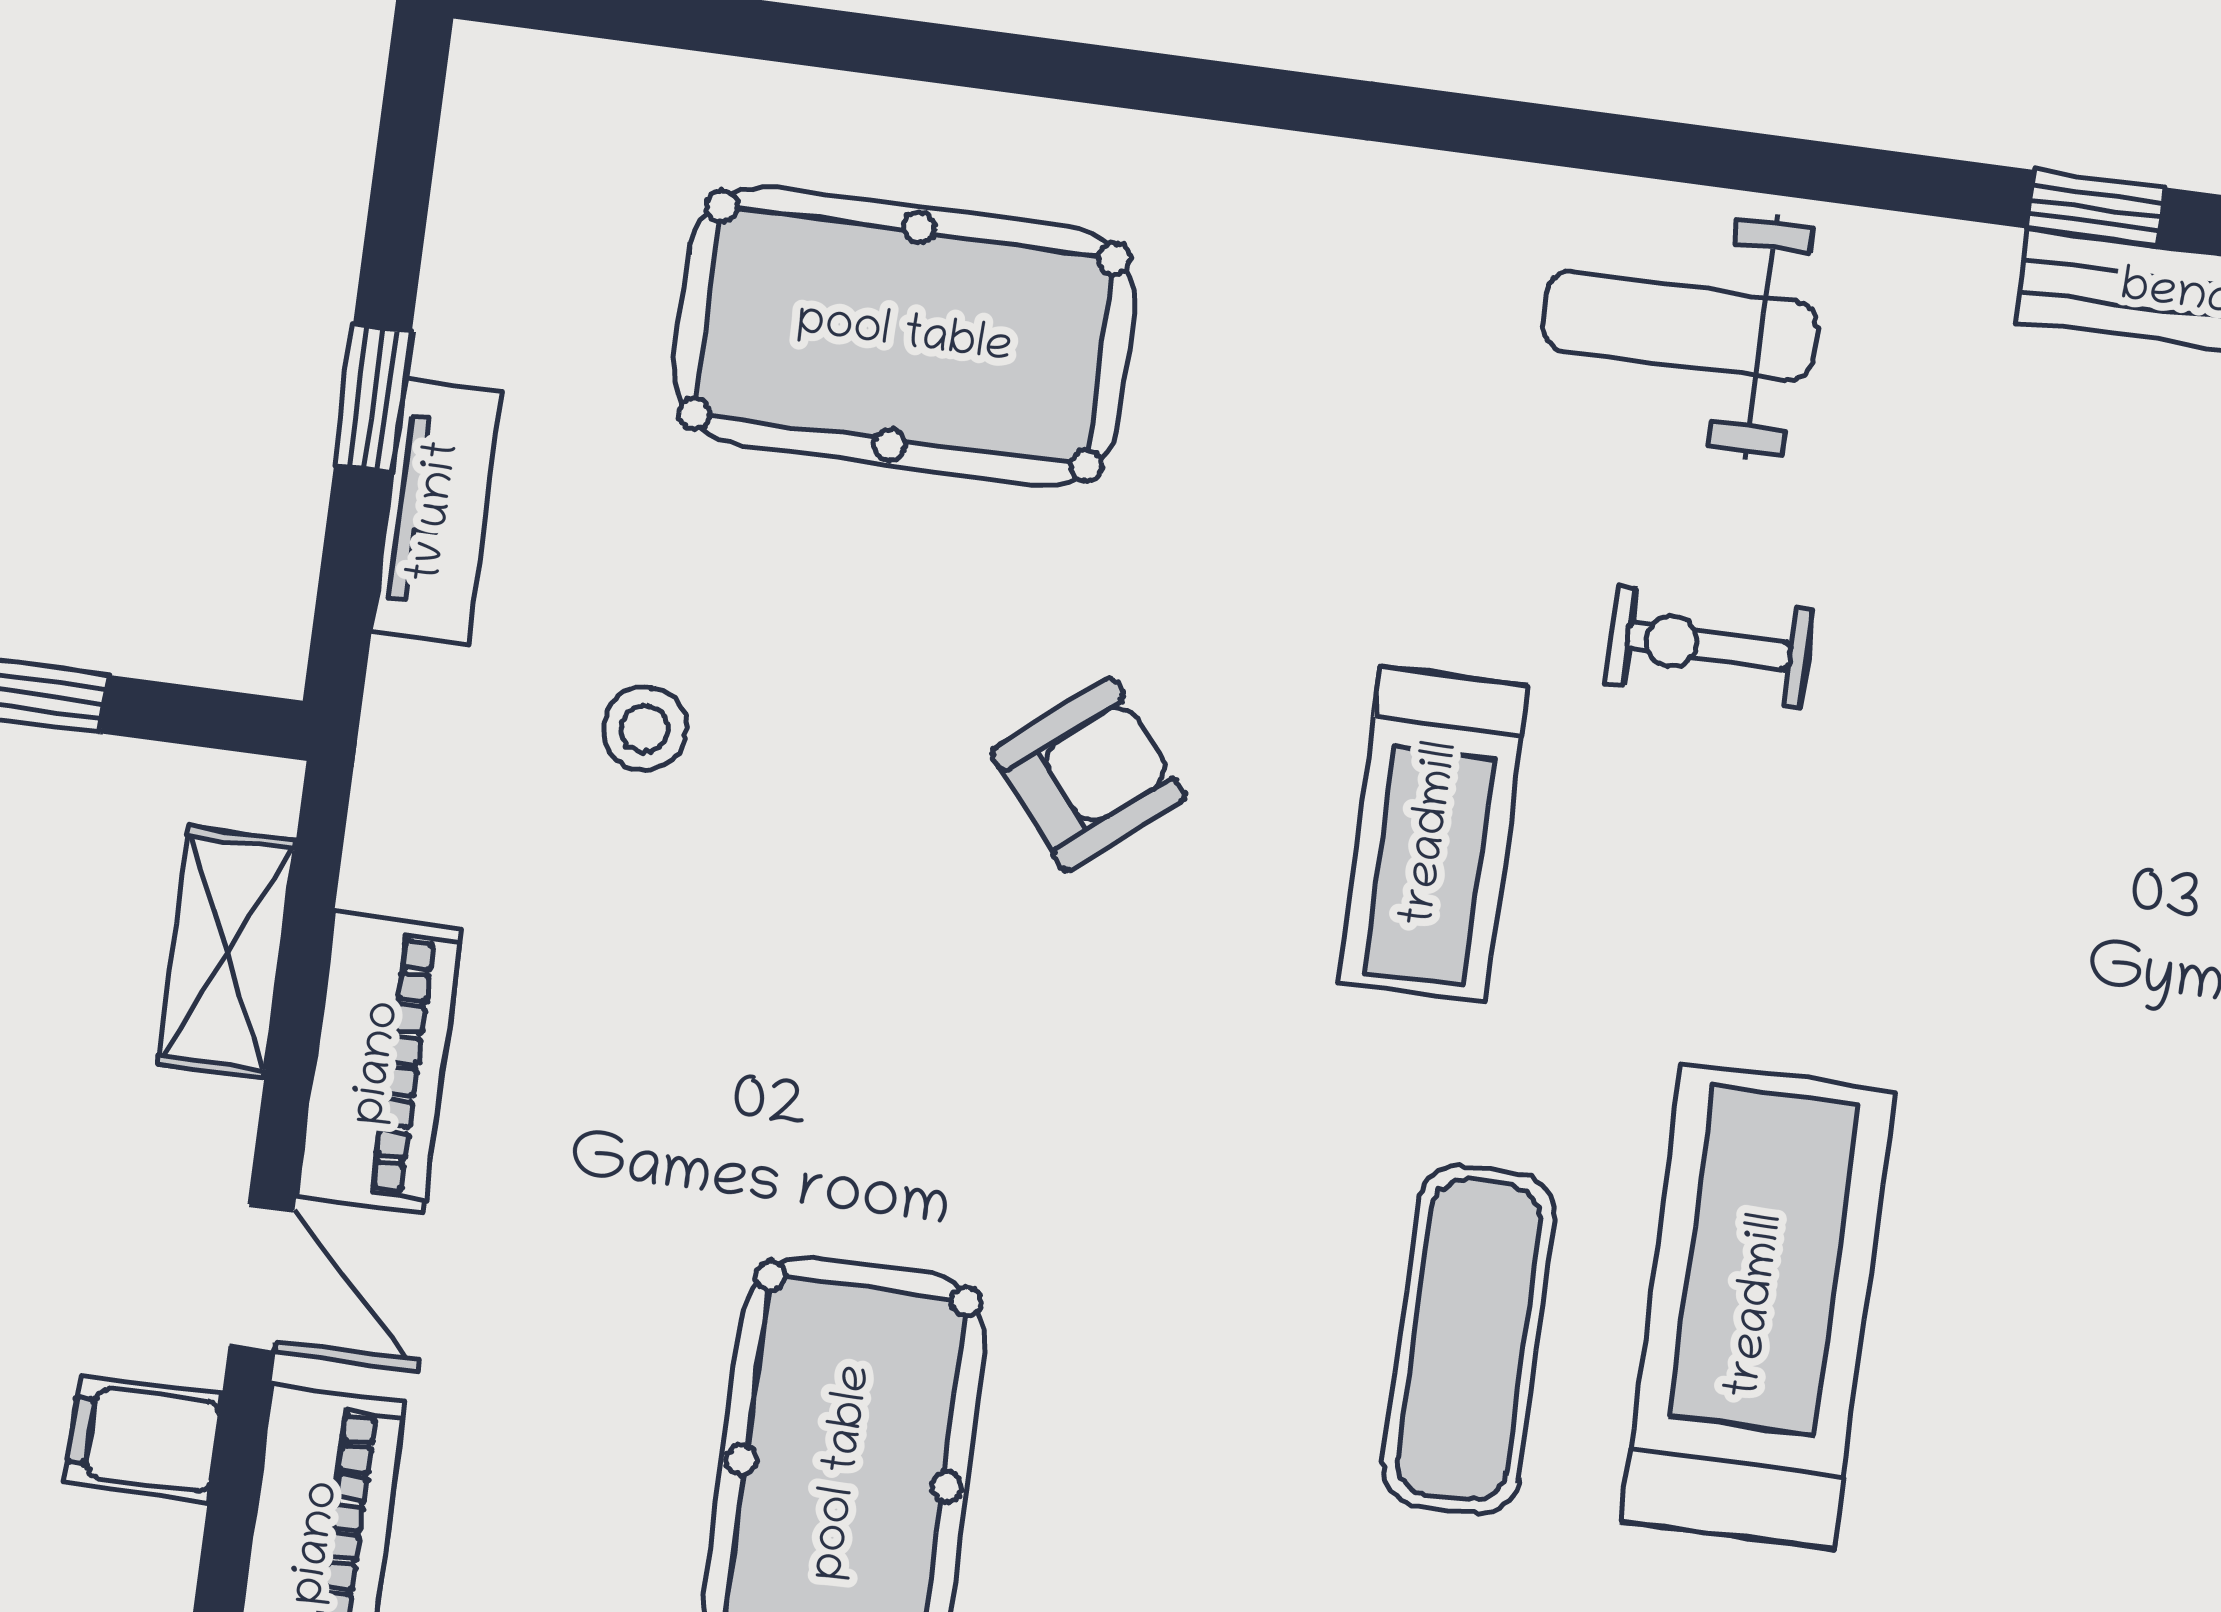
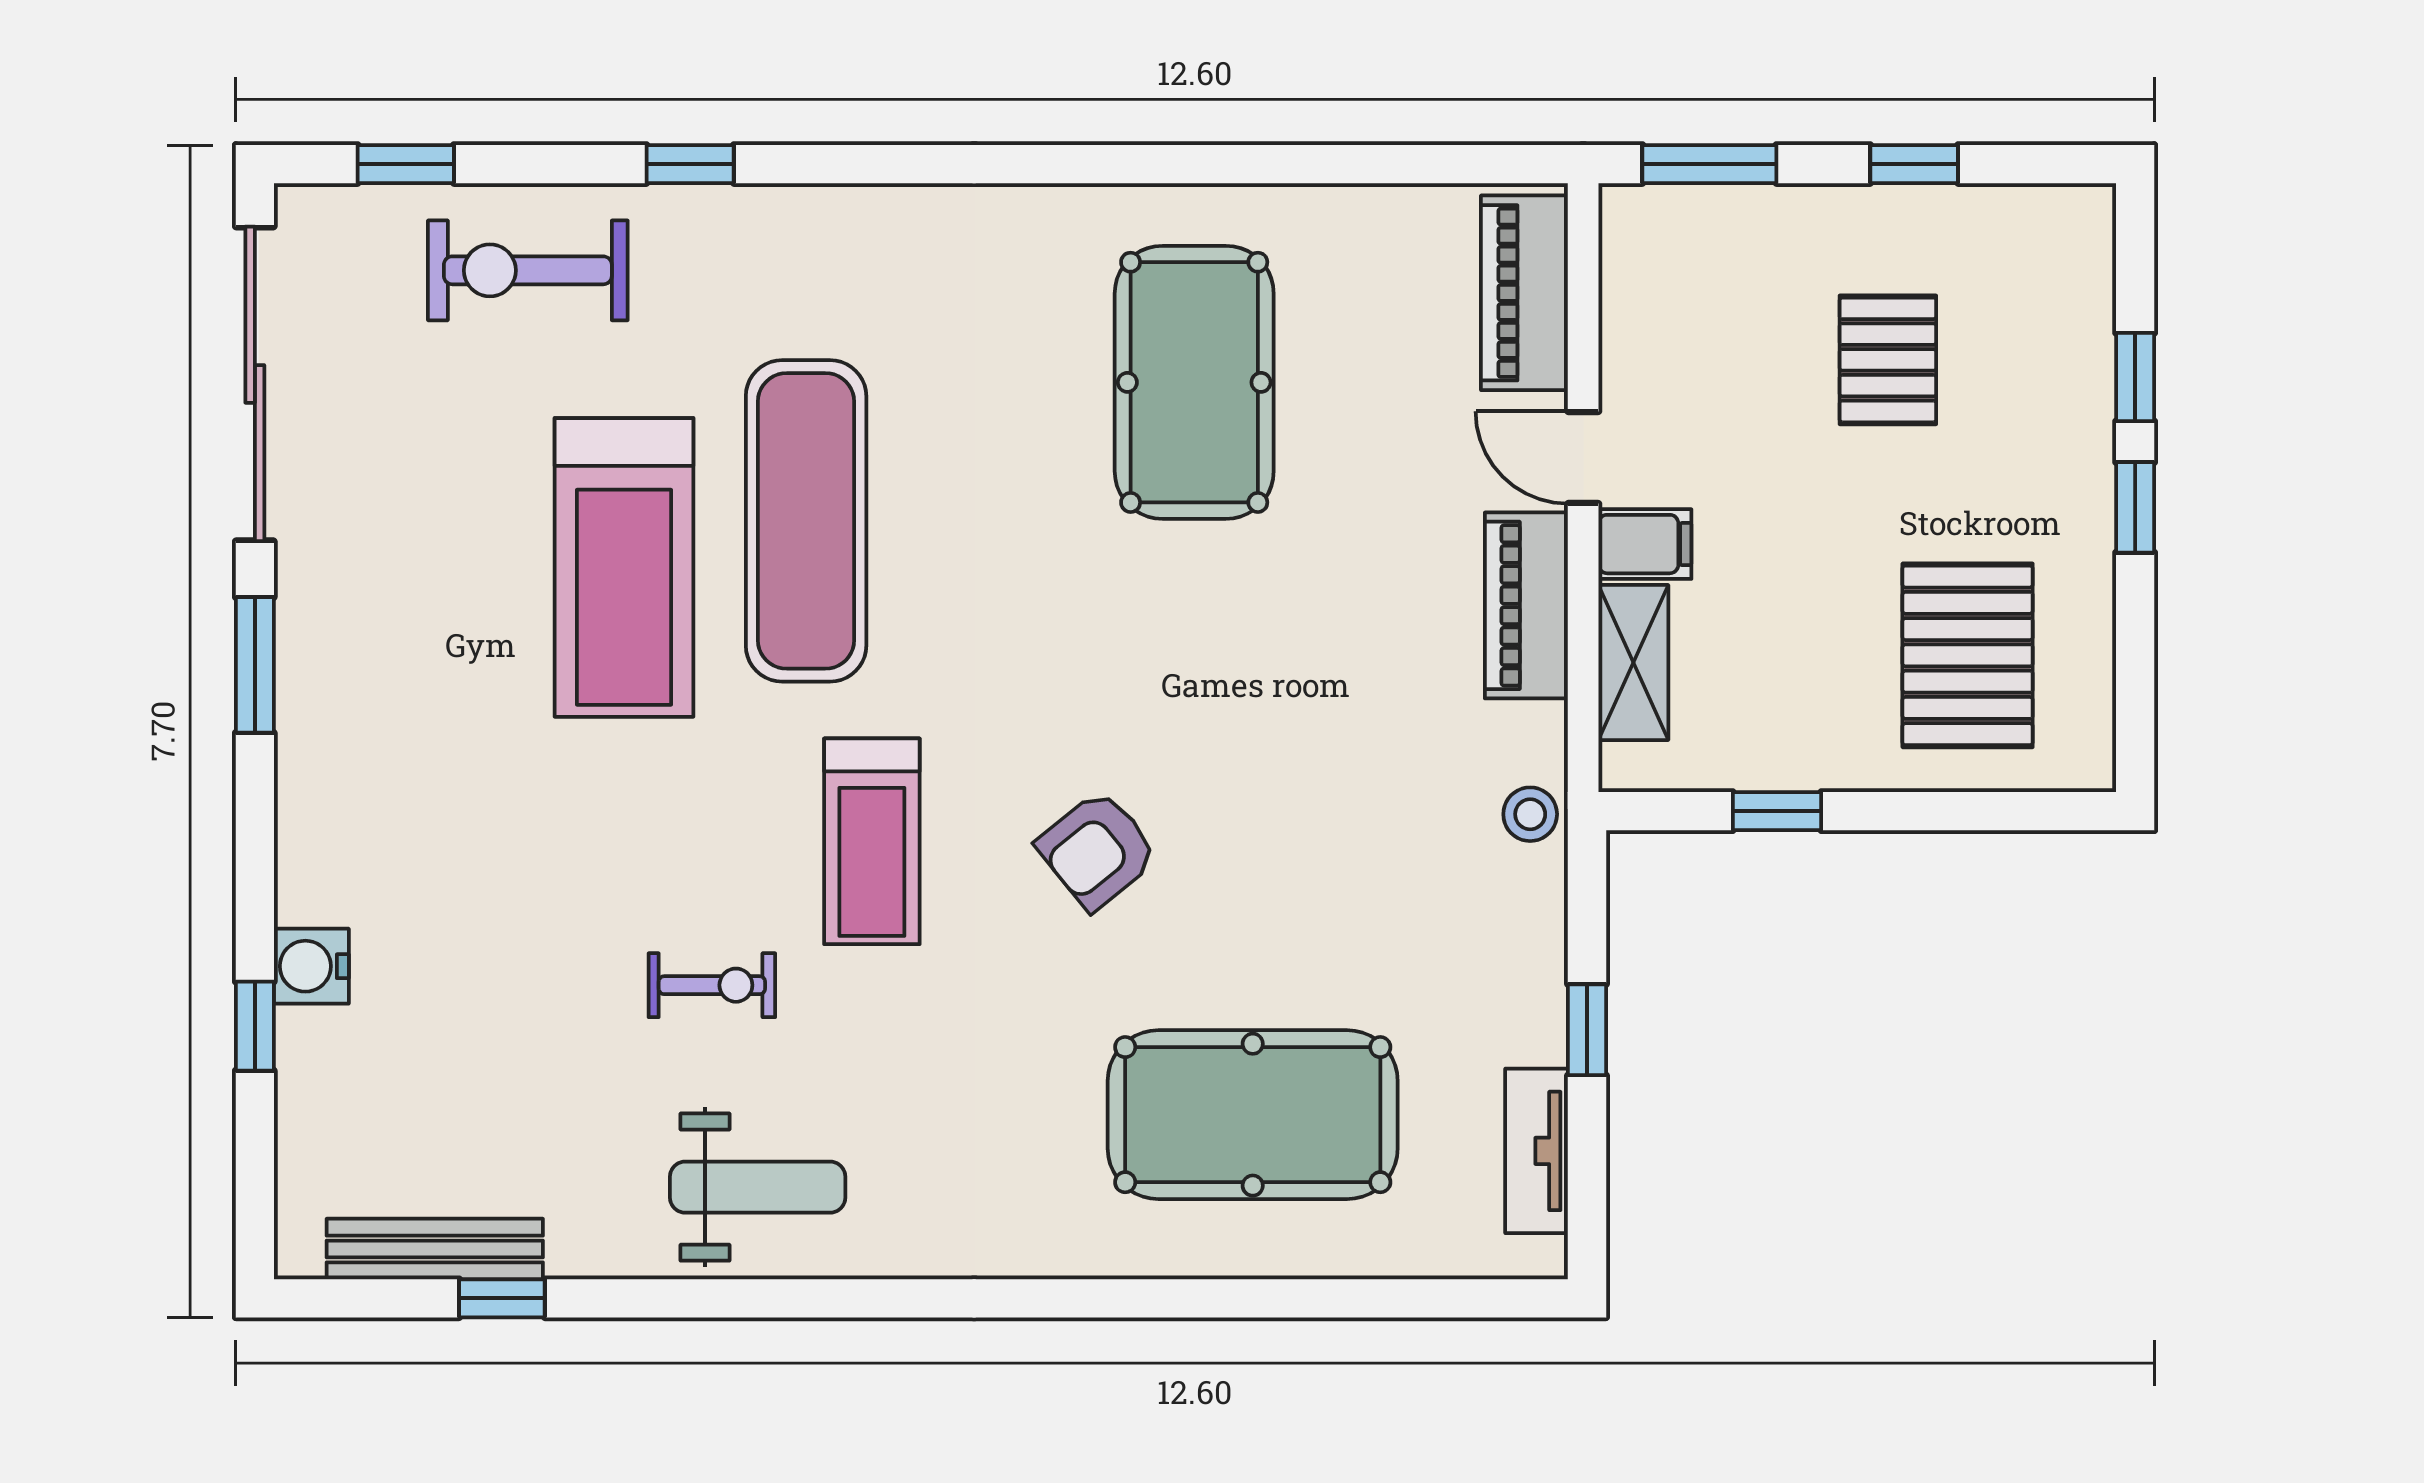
tv unit: (437, 512) -> (1537, 1151), moved
stool: (645, 729) -> (1530, 814), moved
treadmill: (1433, 834) -> (872, 841), turned 180
exercise mat: (1469, 1340) -> (806, 521), width x1.36, depth x1.45
filing cabinet: (144, 1439) -> (1645, 544), moved

